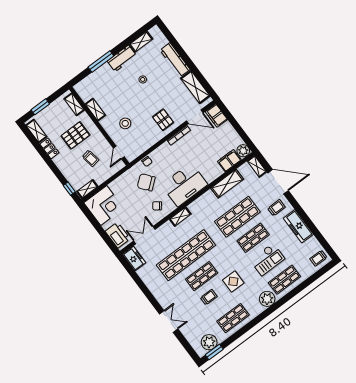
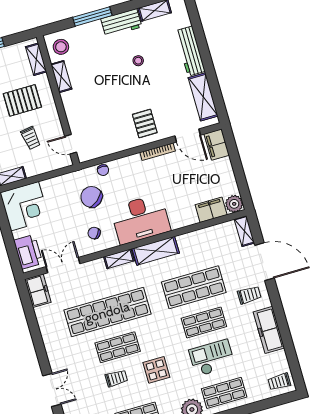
stool: (125, 123) -> (61, 47), moved
door: (119, 152) -> (71, 144), hinge flipped
shelving: (227, 184) -> (156, 251), moved
checkout: (267, 259) -> (212, 358), turned 180

